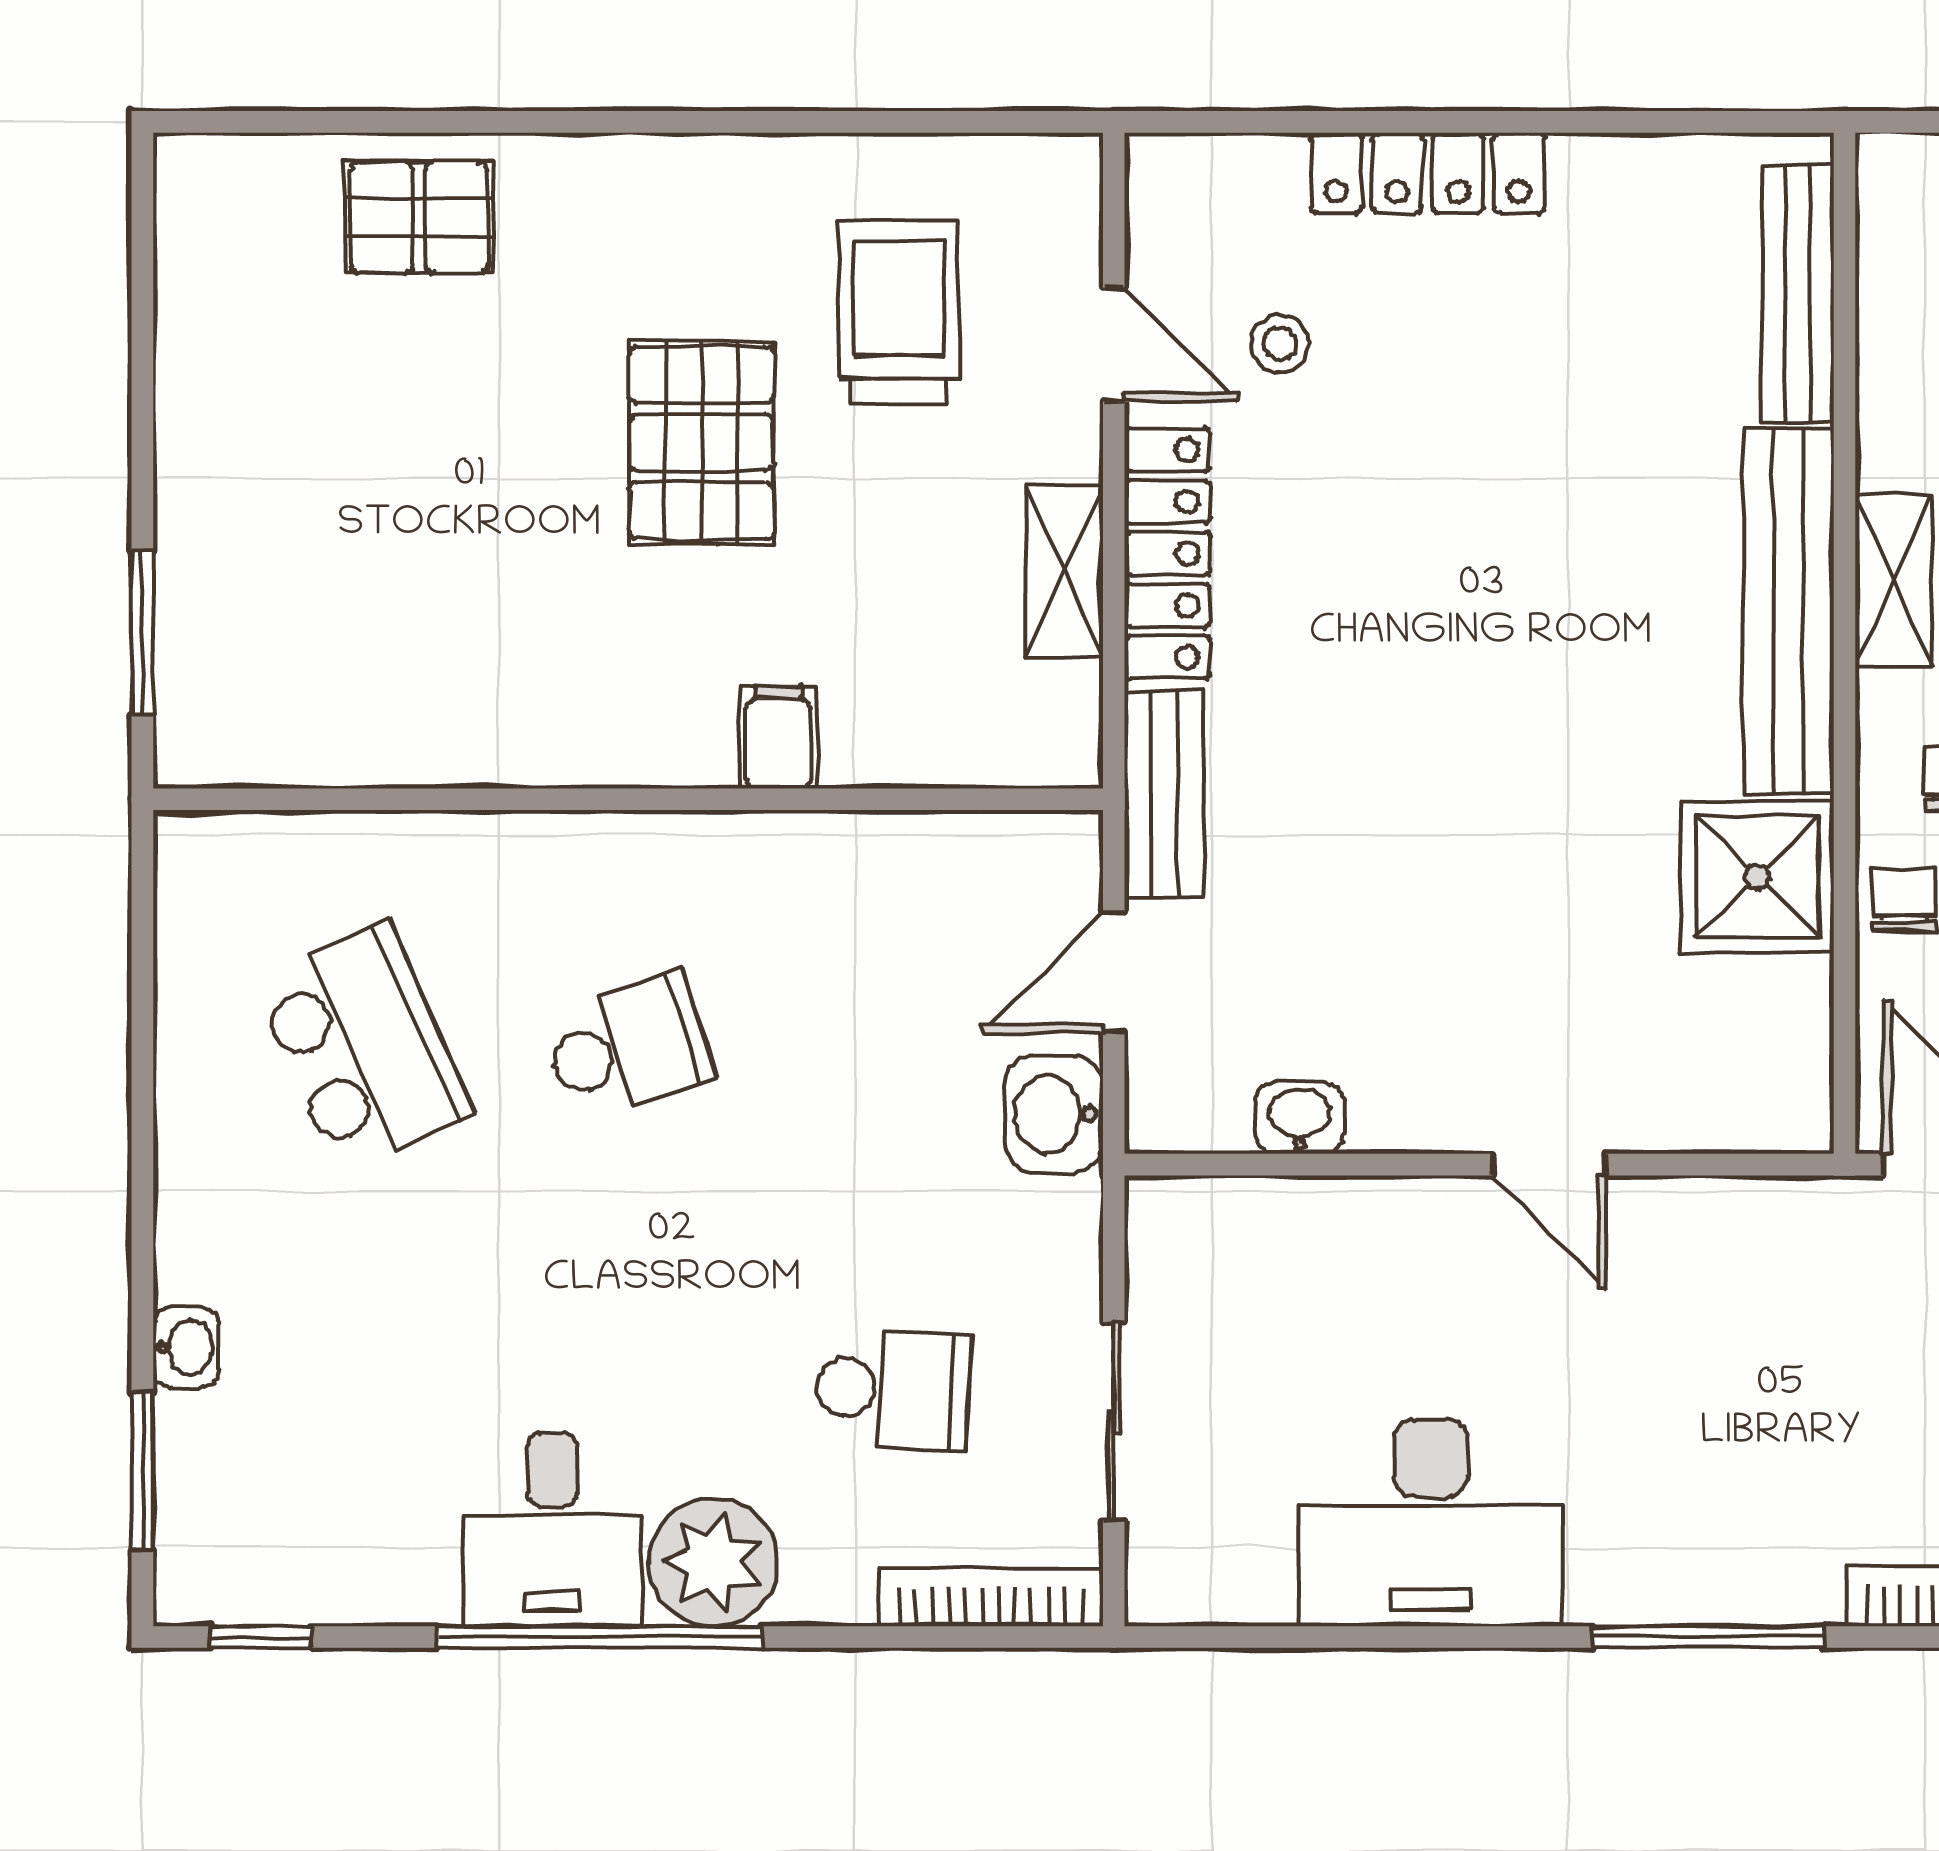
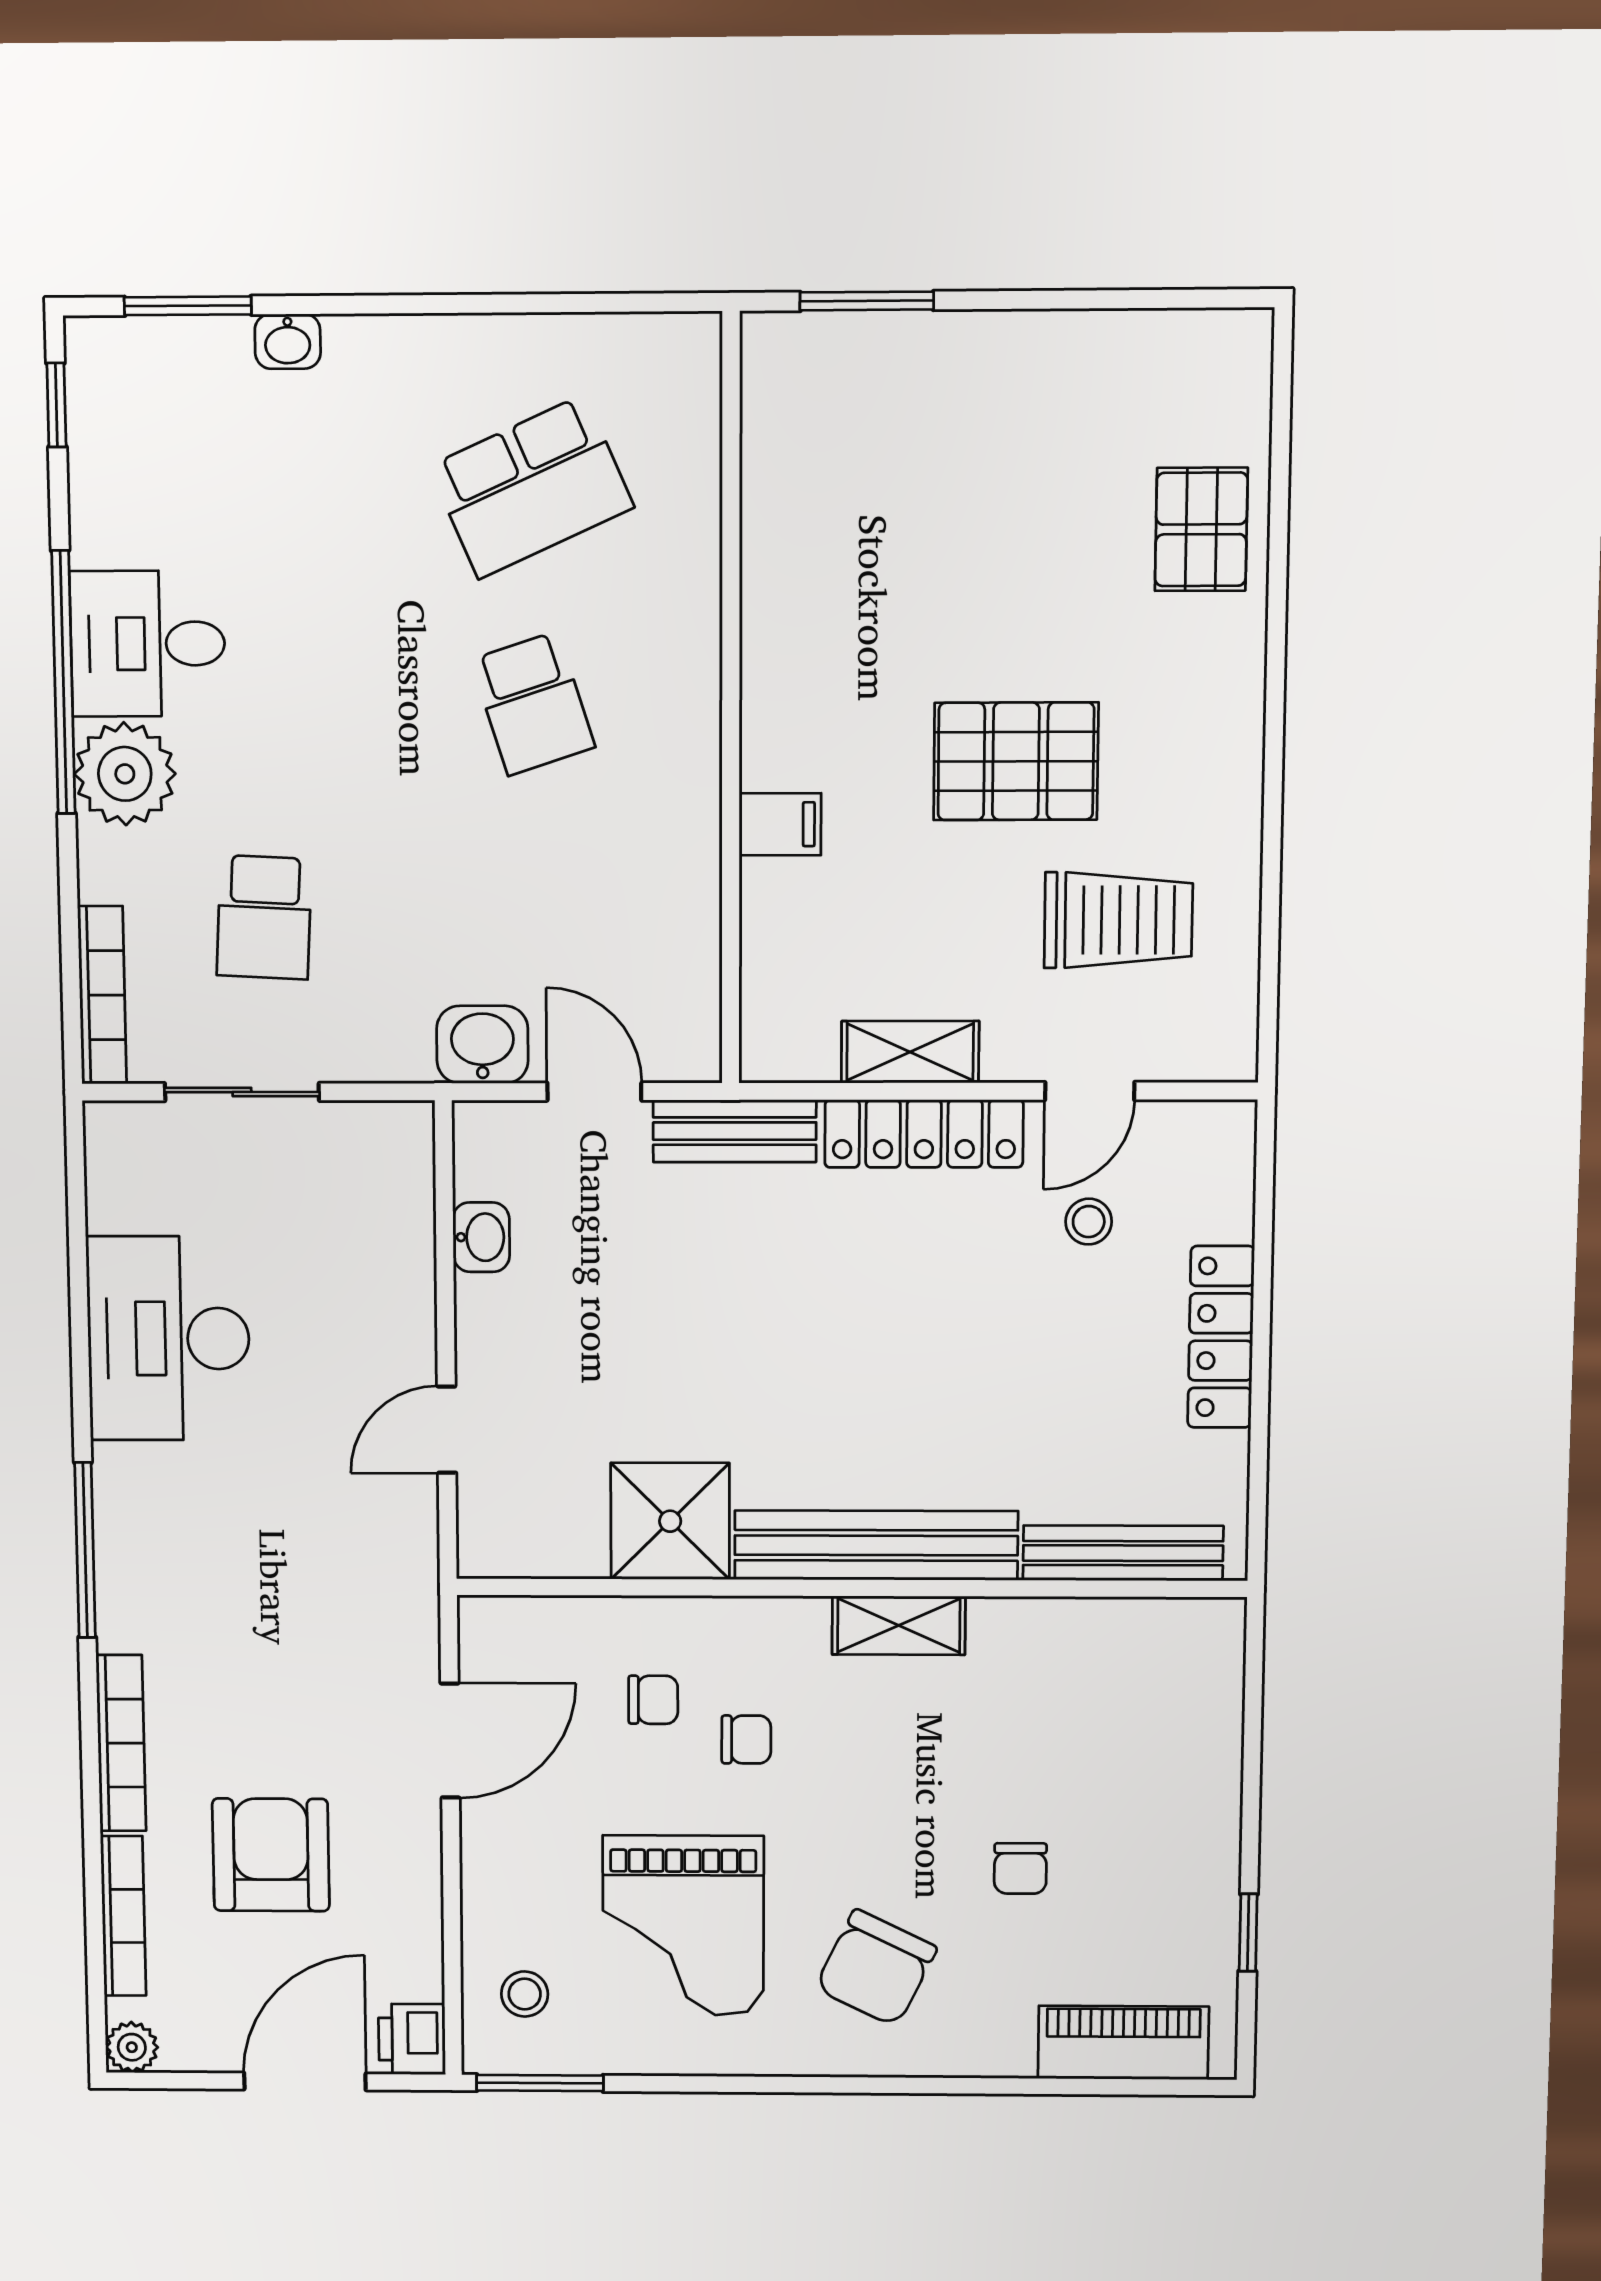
bench: (1798, 293) -> (1123, 1553), moved
shelving: (1894, 581) -> (899, 1625), moved
bench: (1788, 611) -> (876, 1545), moved
wall: (1844, 643) -> (851, 1588), moved
shower: (1757, 877) -> (670, 1521), moved

